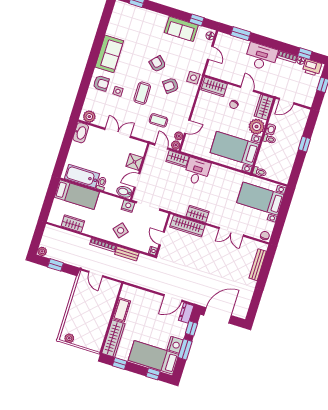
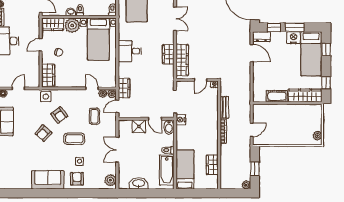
washbasin: (81, 133) -> (139, 183), moved
desk: (197, 171) -> (130, 51), moved
side table: (121, 230) -> (205, 120), removed

